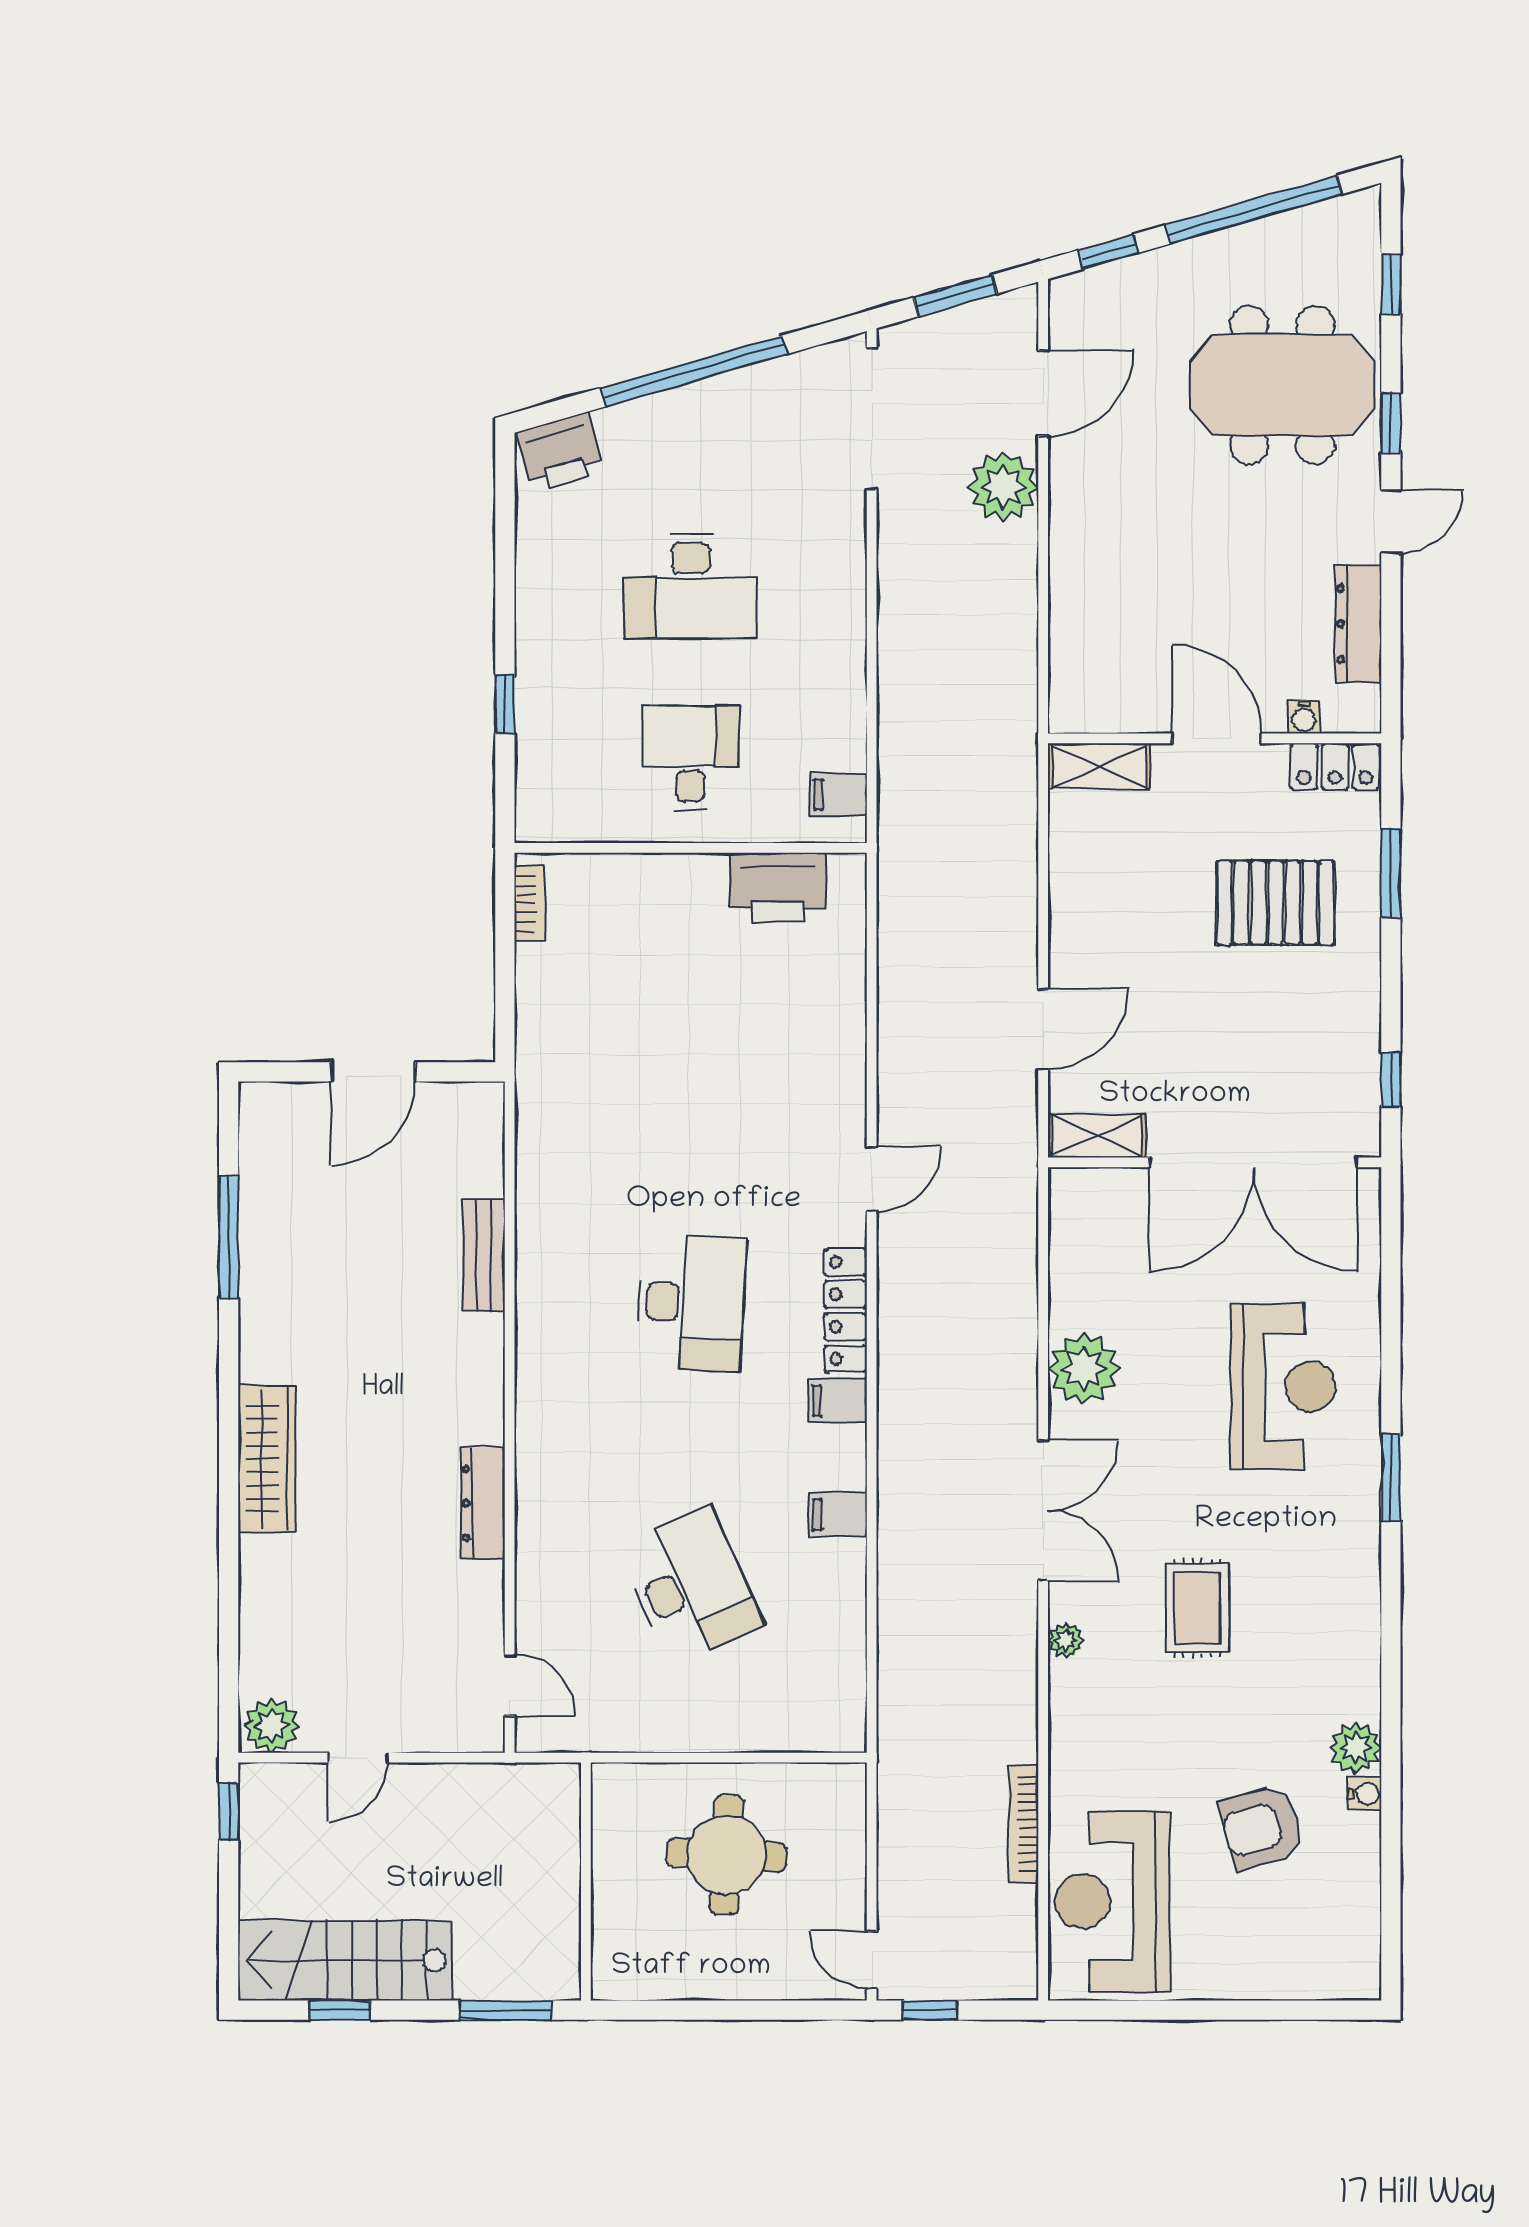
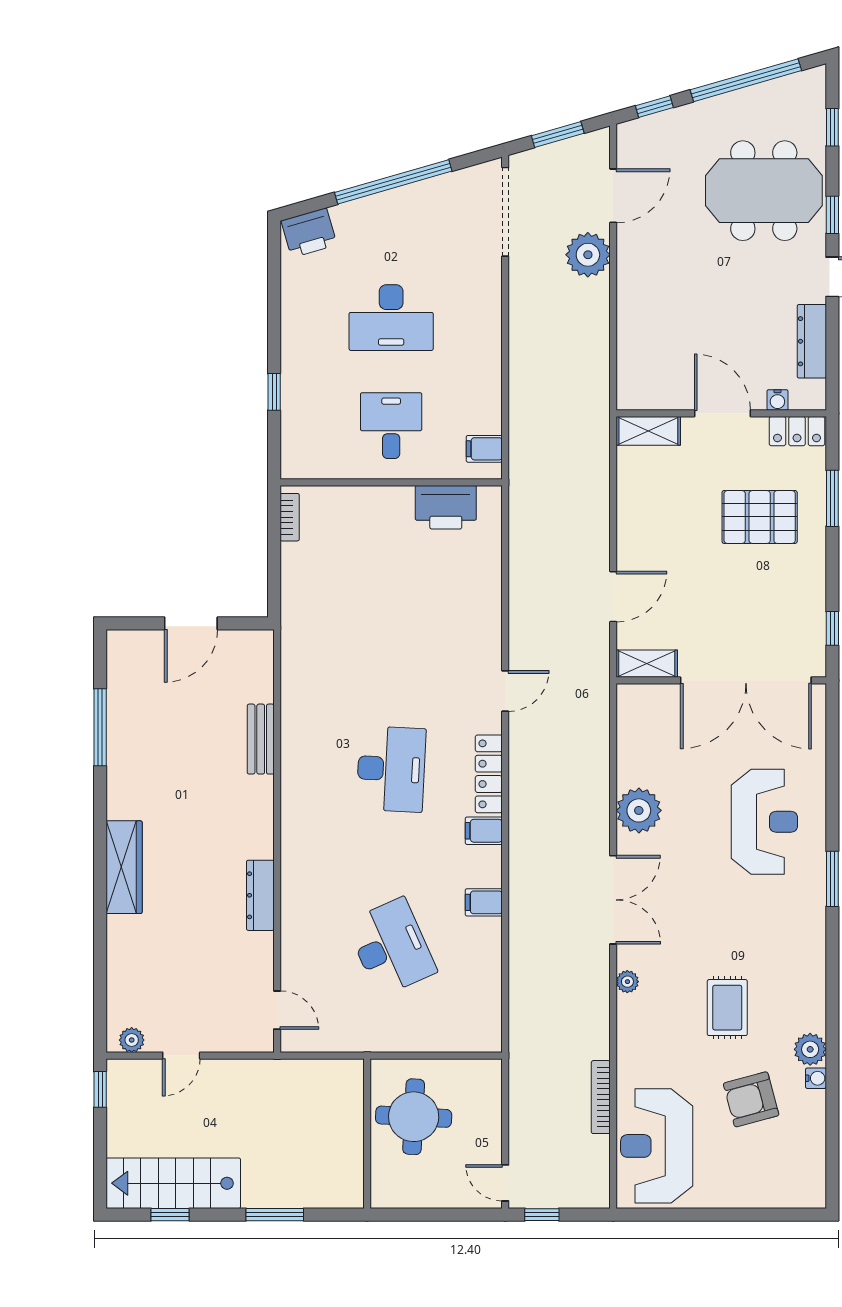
rug: (1197, 1608) -> (727, 1008), moved
plant: (271, 1726) -> (132, 1040), width x0.73, depth x0.73
wall: (586, 1882) -> (367, 1134), moved

